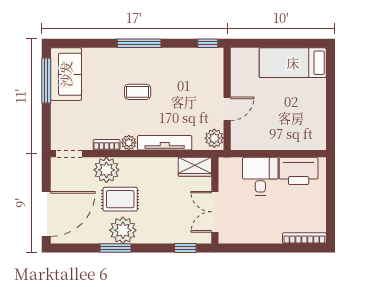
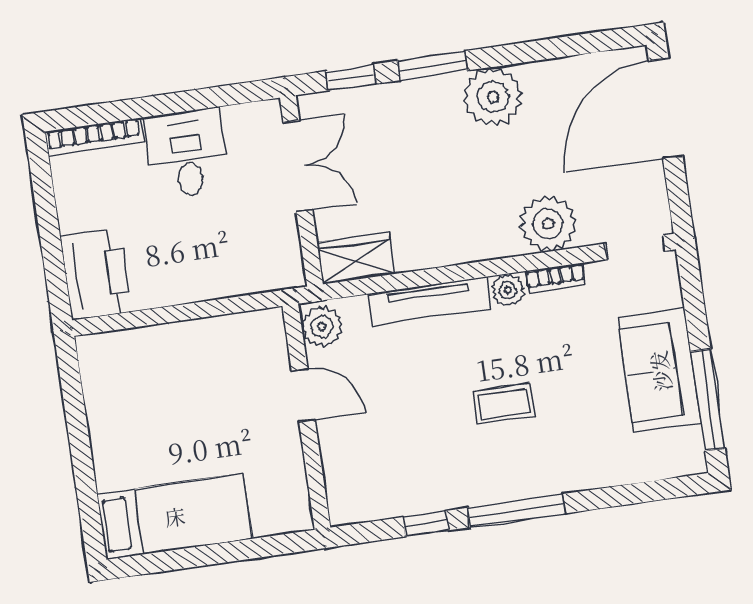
window: (208, 43) -> (426, 524), moved
sofa: (66, 74) -> (660, 371), moved
door: (227, 109) -> (303, 395), swing flipped
printer: (299, 171) -> (96, 274), moved, turned 90
desk: (260, 176) -> (187, 153), moved, turned 180
rug: (120, 199) -> (509, 164), removed
window: (115, 248) -> (432, 66), moved

